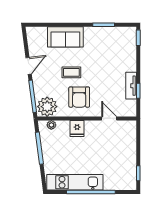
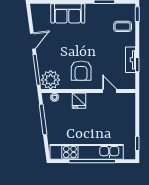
coffee table: (71, 72) -> (123, 26), moved
kitchen unit: (75, 182) -> (87, 152), width x1.36

